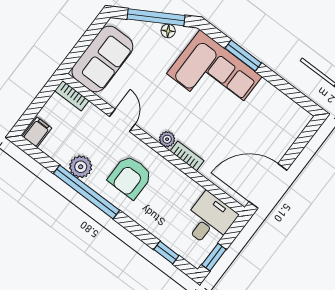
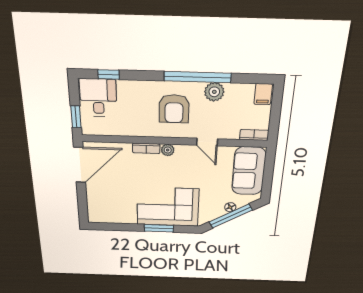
floor lamp: (168, 31) -> (230, 207), moved
armchair: (130, 177) -> (174, 109), turned 180
desk: (209, 220) -> (98, 98), moved, turned 180
window: (214, 257) -> (76, 117), moved

